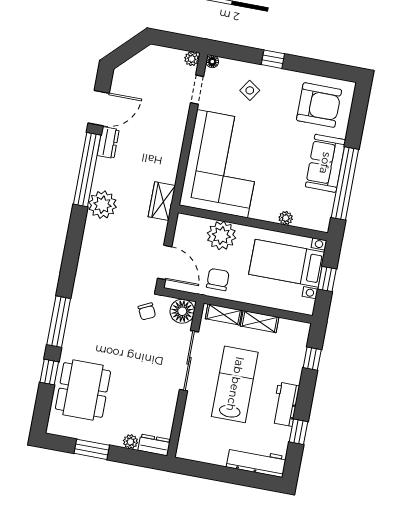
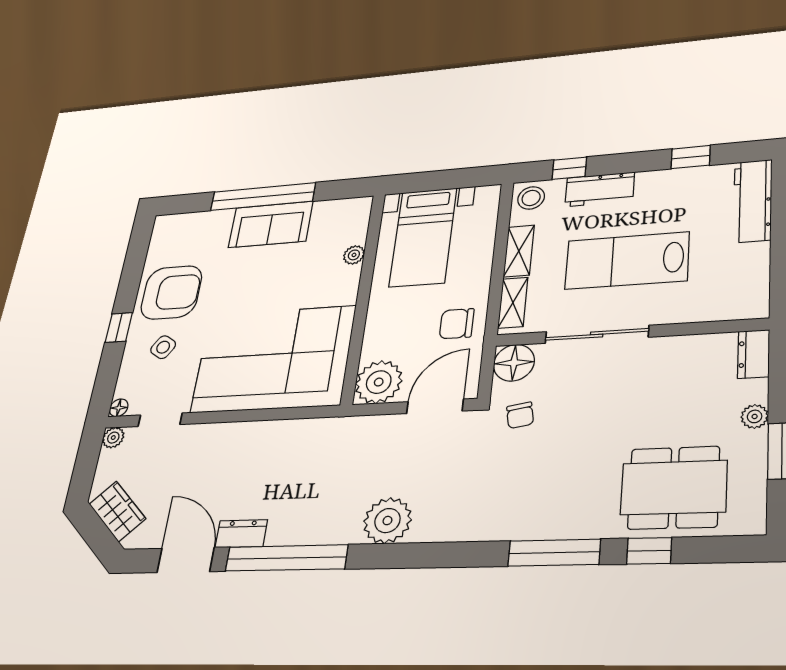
armchair: (319, 105) -> (171, 292), moved, turned 90
window: (345, 183) -> (263, 197), moved
wardrobe: (162, 201) -> (117, 511), moved, turned -135
plant: (102, 205) -> (387, 521), moved
plant: (221, 236) -> (379, 382), moved
window: (327, 279) -> (443, 180), removed
chair: (147, 311) -> (520, 415), turned 106
stool: (297, 333) -> (531, 198), added
workbench: (285, 404) -> (600, 189), moved
plant: (130, 442) -> (755, 416), moved

